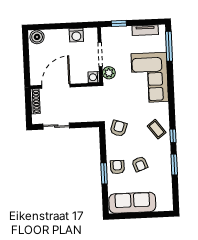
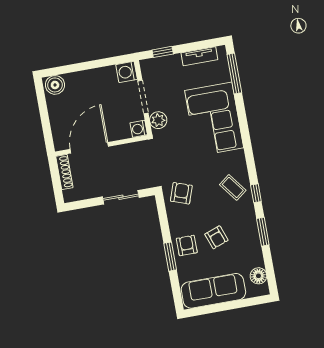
washing machine: (76, 35) -> (127, 72), moved, turned 90
sliding door: (56, 126) -> (121, 197), moved
floor lamp: (167, 196) -> (258, 276), added

